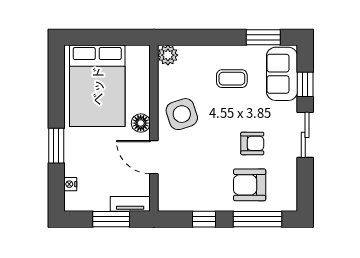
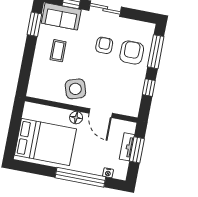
plant: (168, 55) -> (34, 91), removed
window: (56, 146) -> (80, 177), width x2.11
door: (154, 157) -> (101, 113), hinge flipped
armchair: (250, 185) -> (132, 52), turned 180
tv unit: (130, 204) -> (127, 147), moved

